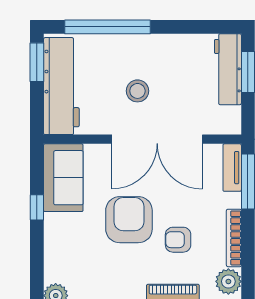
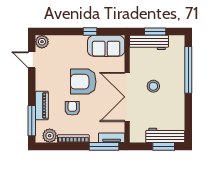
window: (37, 62) -> (155, 31), moved
workbench: (61, 86) -> (149, 42), width x0.73, depth x0.76
armchair: (129, 220) -> (83, 82), turned 180

